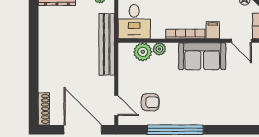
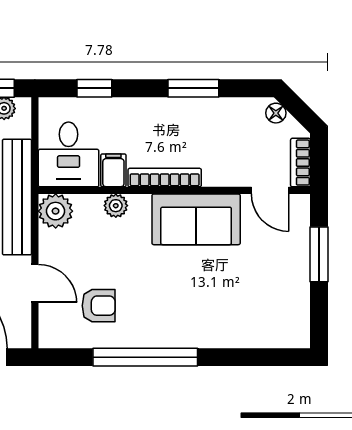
filing cabinet: (213, 30) -> (113, 170), moved
plant: (143, 52) -> (56, 211), moved
door: (116, 105) -> (35, 283), moved

